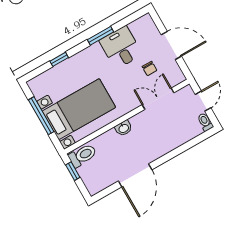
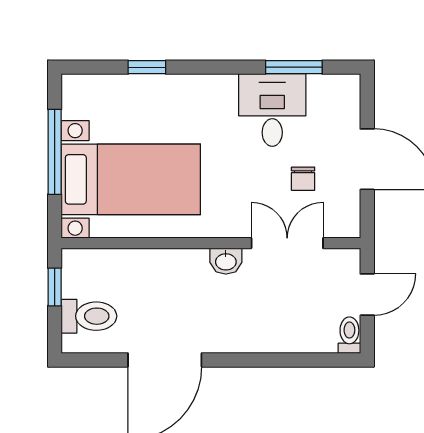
window: (100, 36) -> (294, 67), moved
washbasin: (124, 128) -> (226, 261), moved
toilet: (82, 155) -> (89, 316), moved

